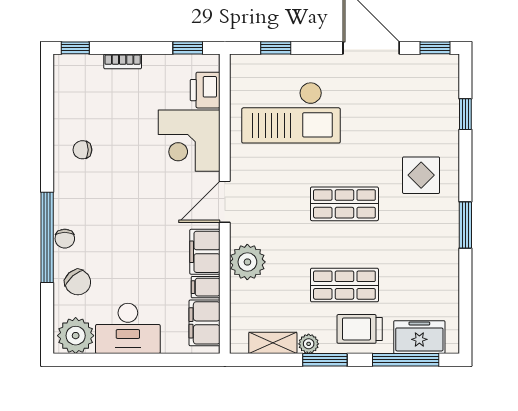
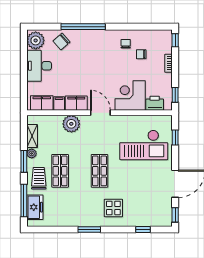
checkout: (291, 113) -> (144, 145), turned -90
chair: (65, 239) -> (141, 54), moved

